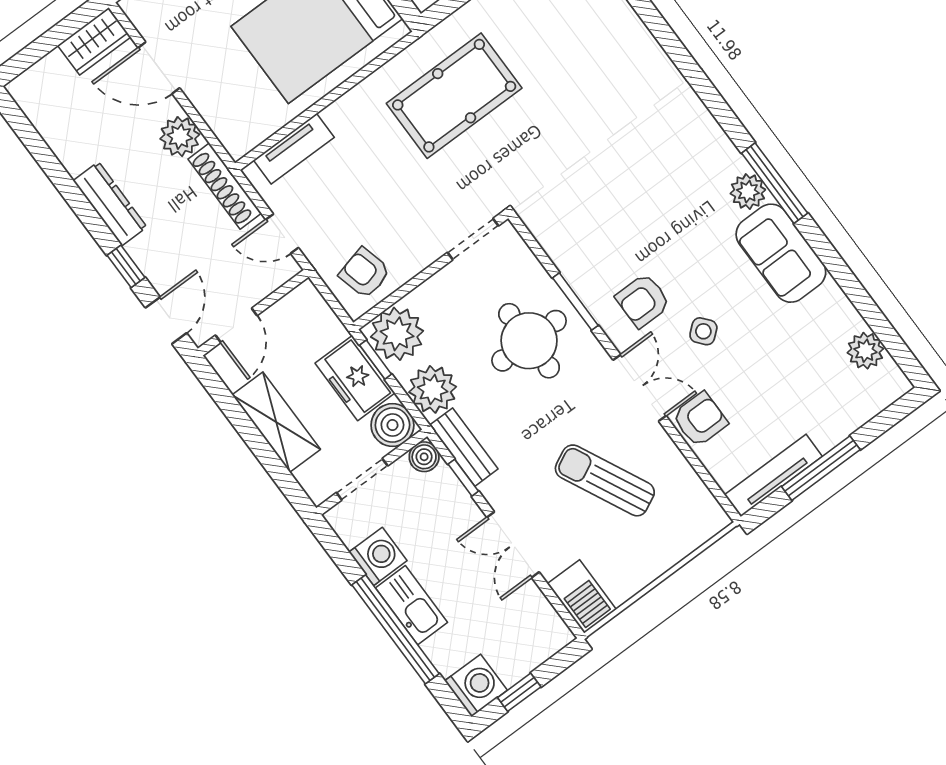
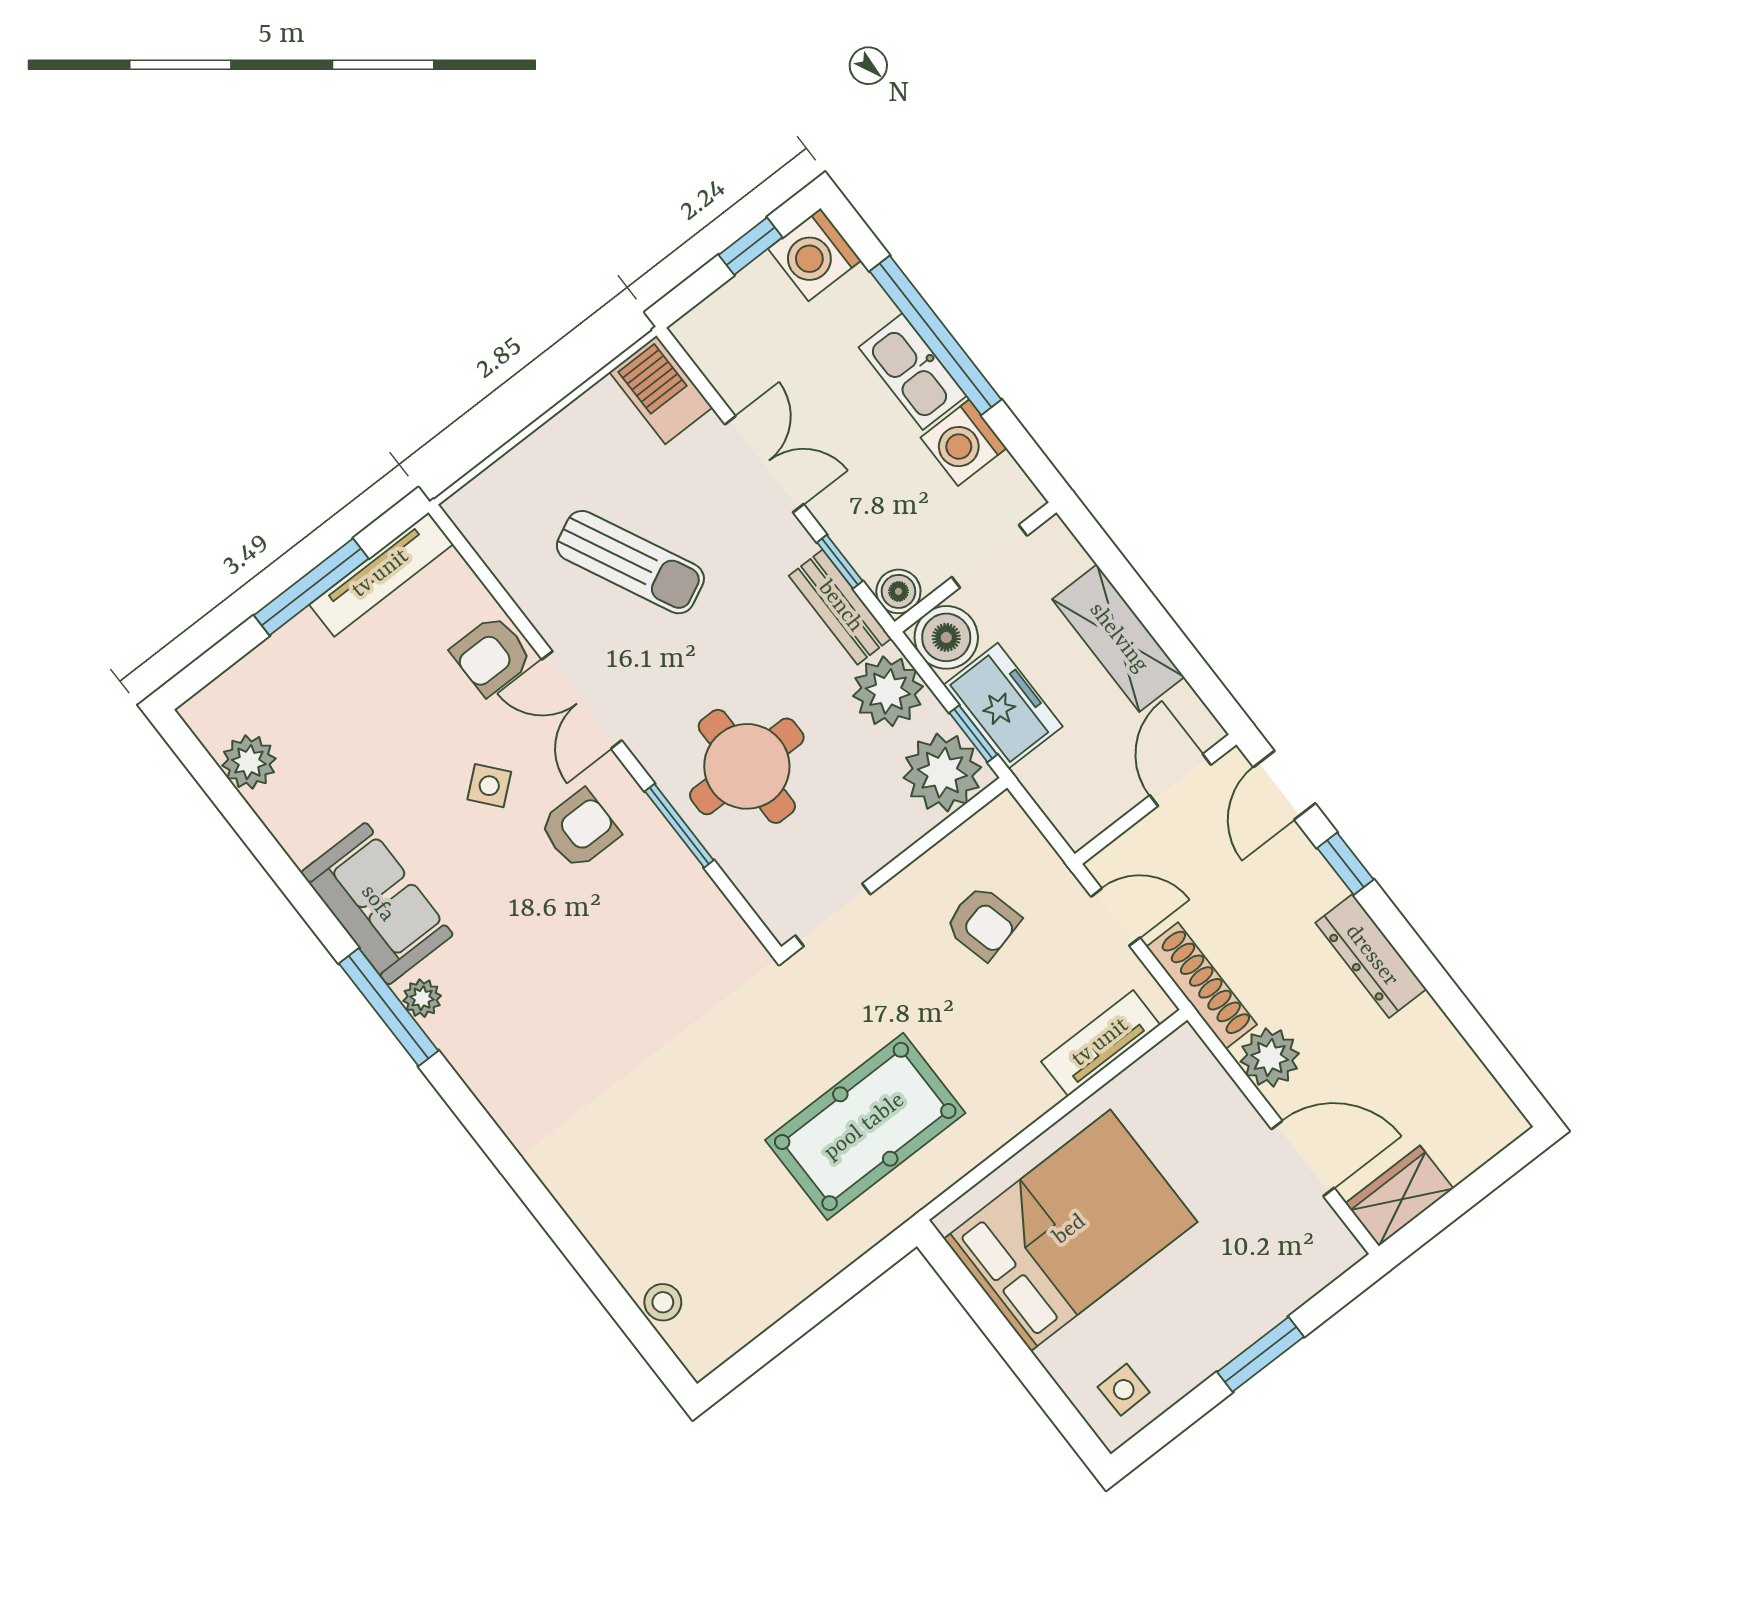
plant: (748, 192) -> (422, 998), width x0.73, depth x0.73
armchair: (365, 273) -> (983, 923), moved

